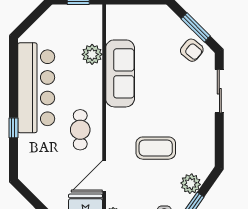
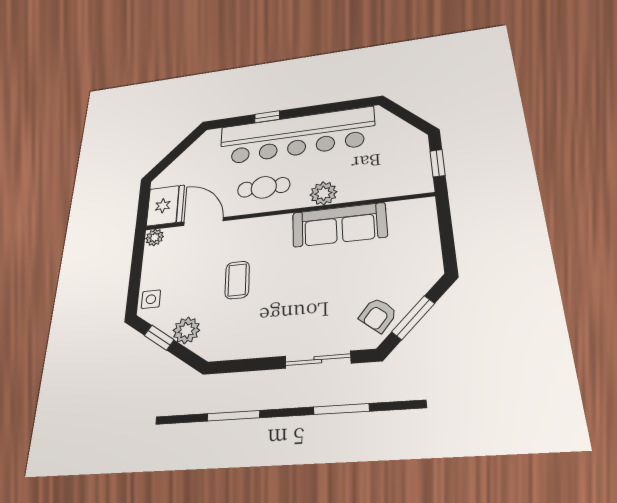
plant: (92, 54) -> (323, 193), moved
bar counter: (36, 88) -> (296, 136), width x1.36
coffee table: (156, 148) -> (237, 280), width x0.73, depth x0.77

